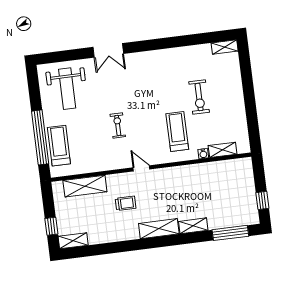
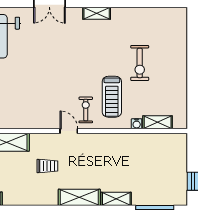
shelving: (225, 47) -> (97, 13), moved
exercise bike: (118, 125) -> (86, 110), moved
treadmill: (177, 132) -> (112, 97), turned 180

